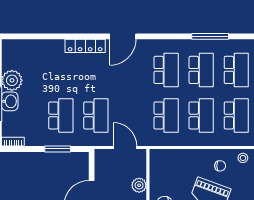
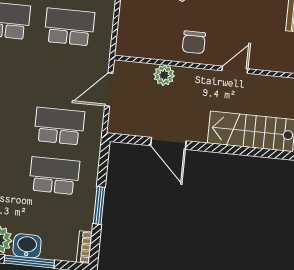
window: (58, 149) -> (99, 205), moved

